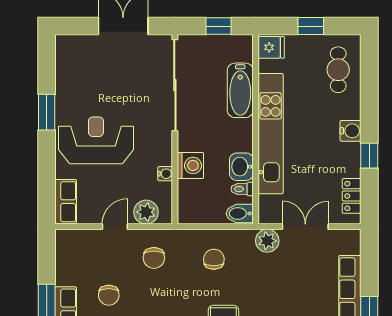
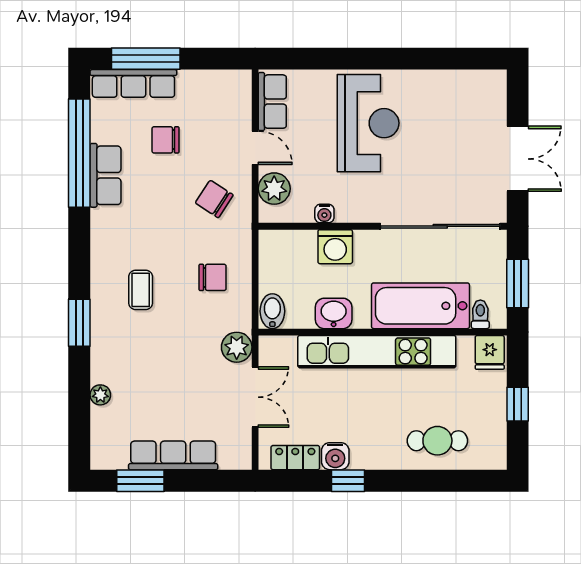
window: (219, 26) -> (518, 284), width x1.50
cafe table: (338, 70) -> (437, 441), moved
bathtub: (240, 90) -> (420, 306), width x1.36, depth x1.36
window: (47, 112) -> (405, 59), removed
water cooler: (351, 131) -> (335, 456), moved
toilet: (242, 189) -> (480, 314), moved
row of seats: (66, 202) -> (272, 102), moved, turned -90
chair: (154, 258) -> (214, 199), turned 33

